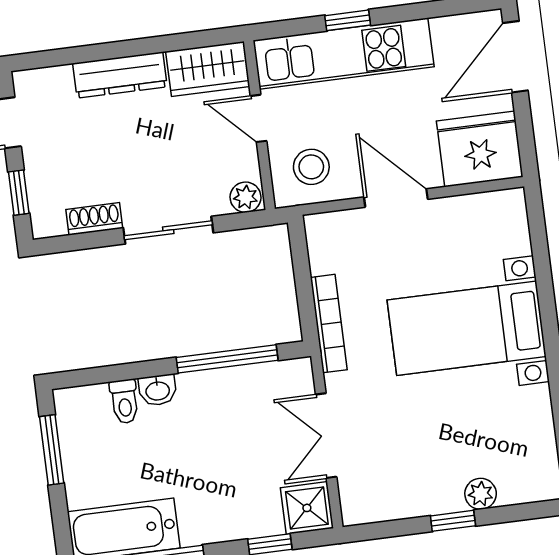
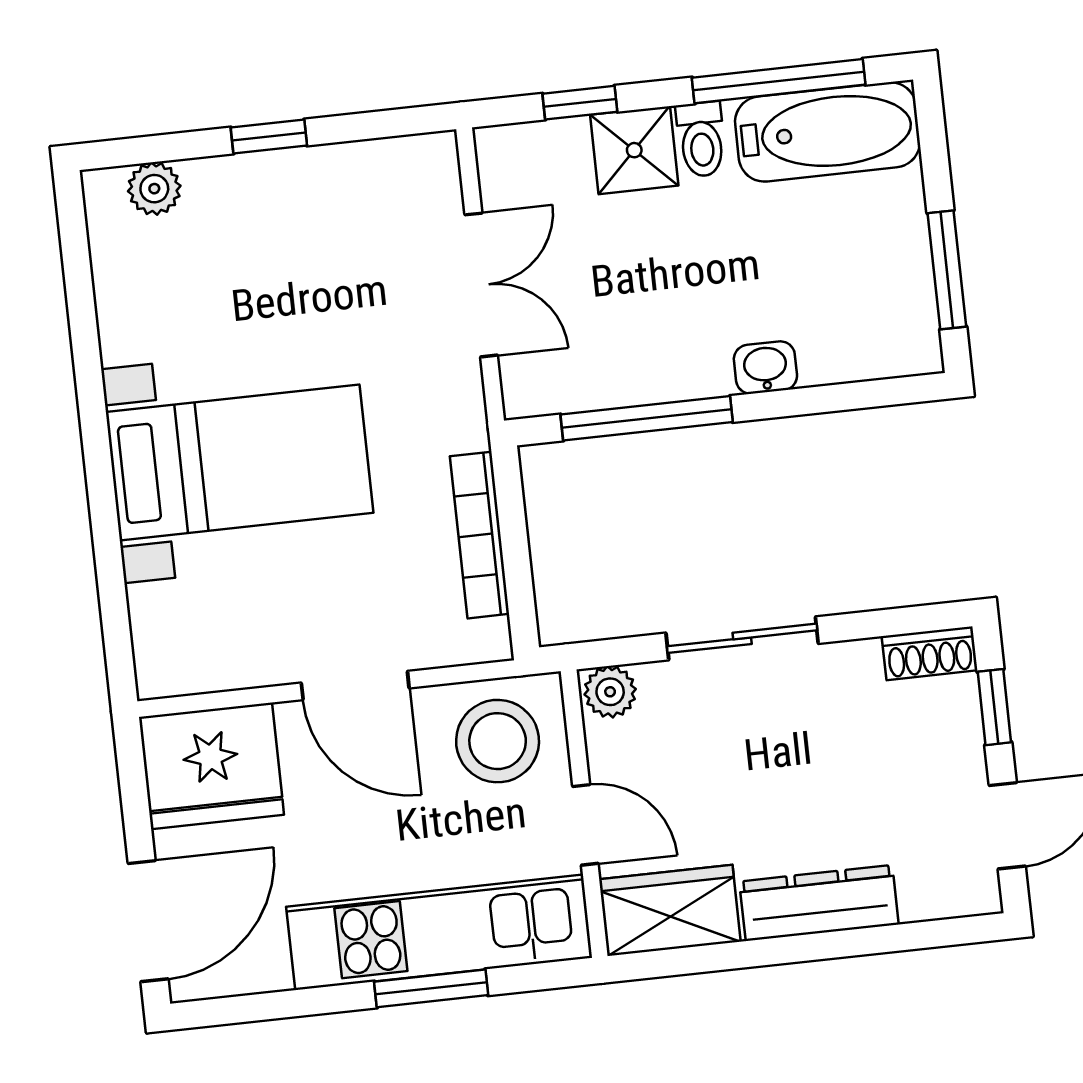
window: (348, 20) -> (431, 988), width x1.50
stool: (311, 167) -> (498, 741), width x1.38, depth x1.38
shoe rack: (94, 219) -> (930, 653), moved
bookcase: (329, 324) -> (480, 535), moved
toilet: (124, 401) -> (701, 139), moved, turned 180
plant: (481, 494) -> (154, 189), moved
shower: (307, 508) -> (634, 150), moved

